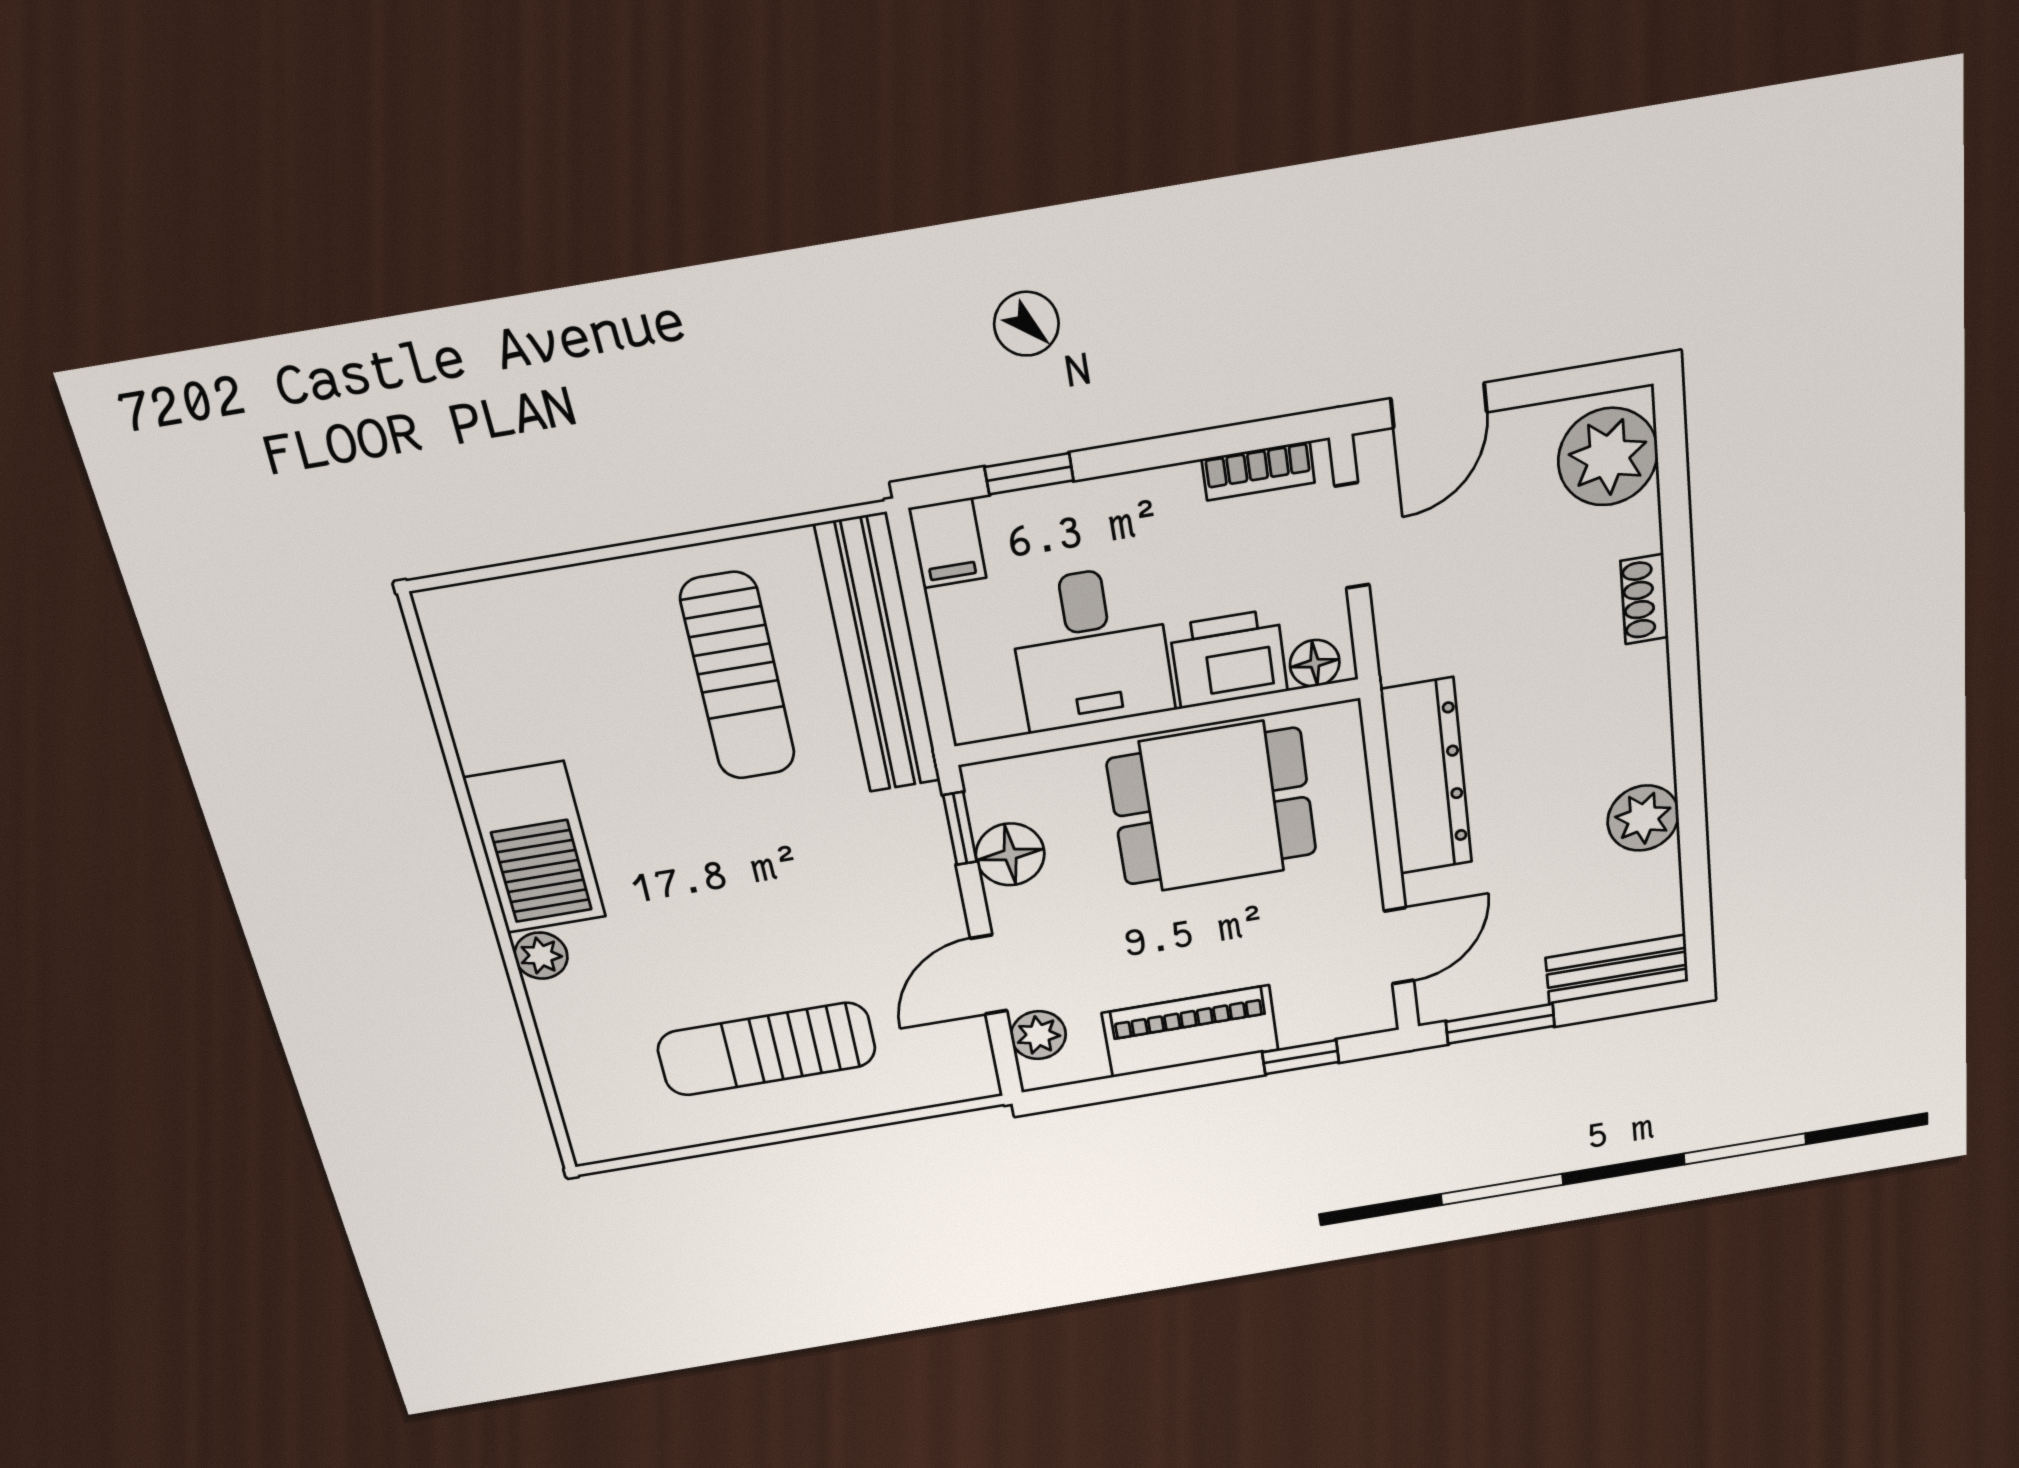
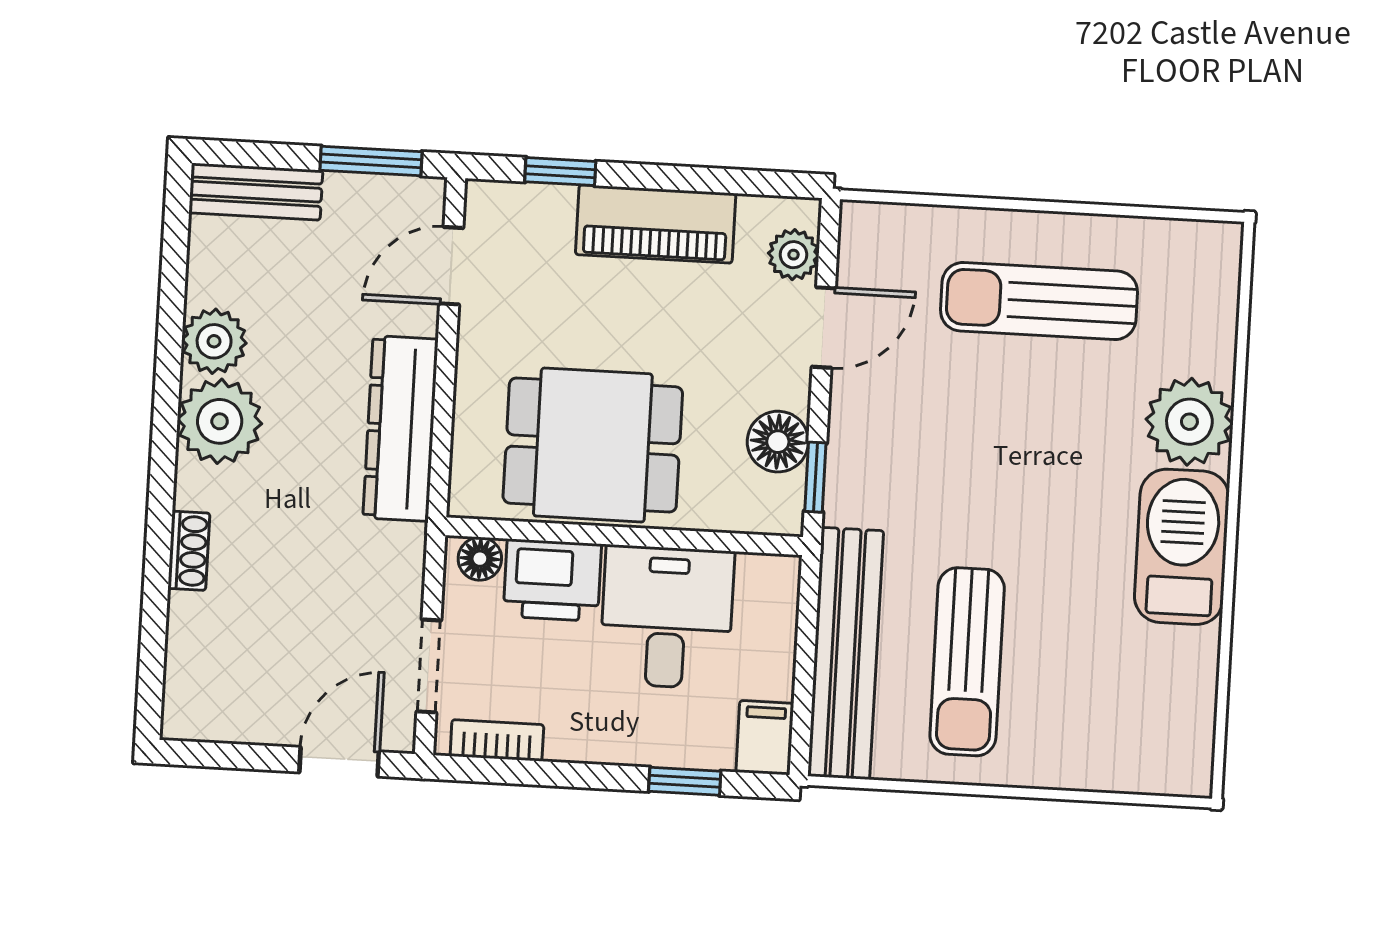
plant: (1608, 457) -> (220, 421), moved
sun lounger: (738, 677) -> (967, 662), turned 180
plant: (541, 956) -> (1189, 422), width x1.88, depth x1.88
sun lounger: (767, 1049) -> (1039, 301), turned 180

